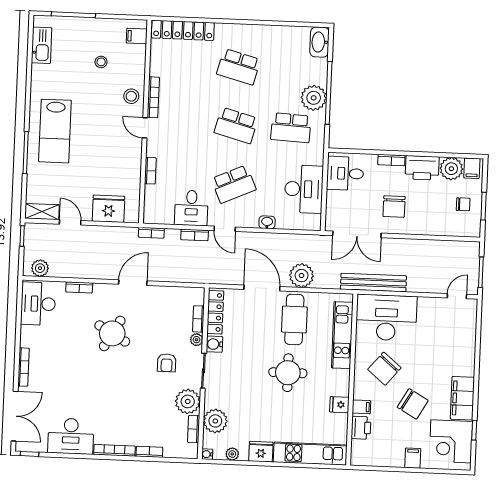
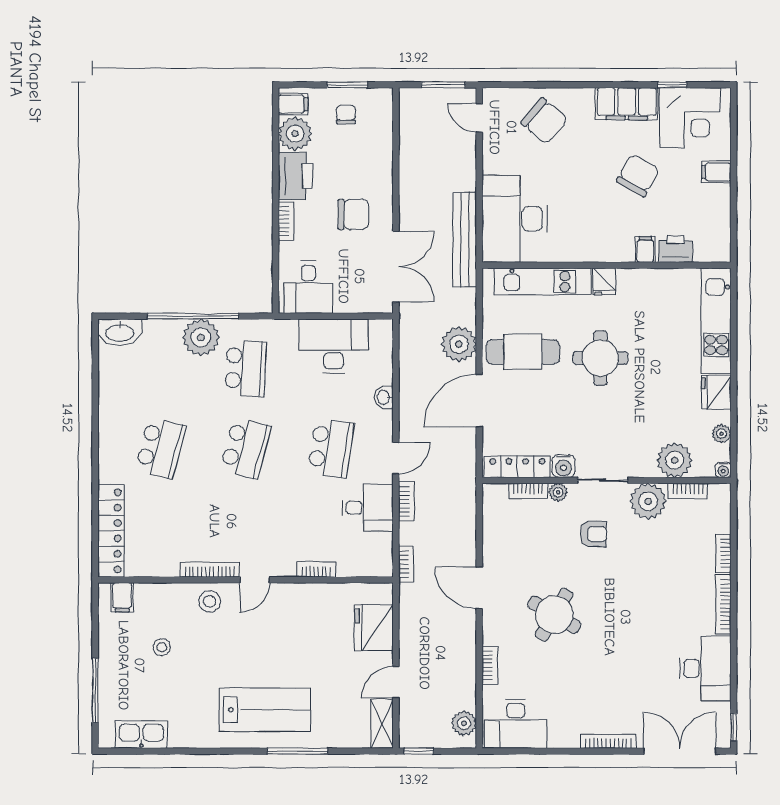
school desk: (234, 184) -> (331, 448), turned 33
chair: (384, 369) -> (544, 121), moved
fridge: (339, 405) -> (604, 282), moved

